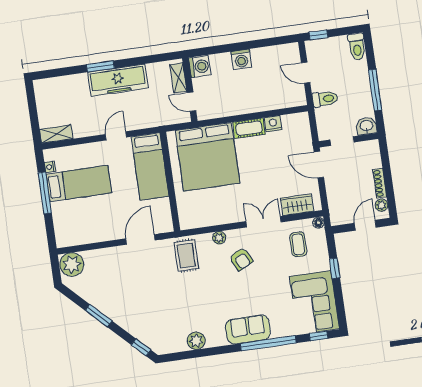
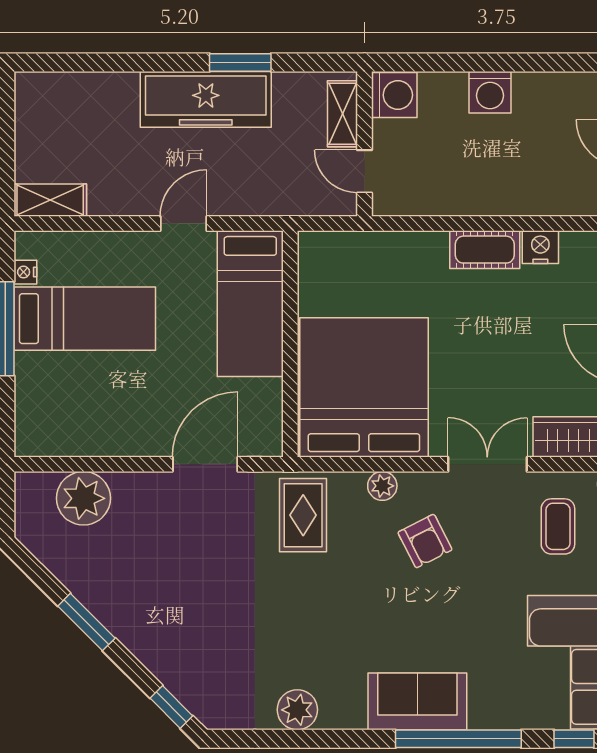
window: (100, 66) -> (240, 62), moved
bed: (207, 157) -> (364, 387), moved, turned 180
plant: (72, 264) -> (83, 498), moved

